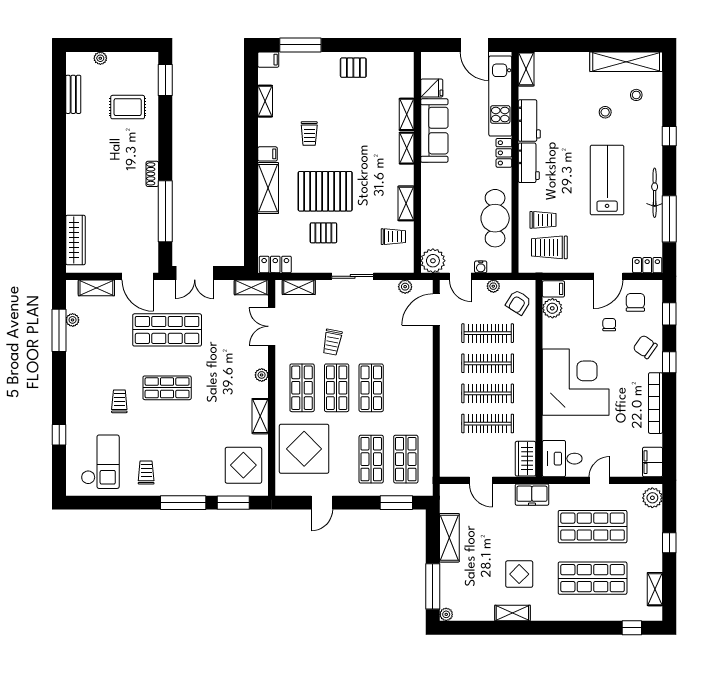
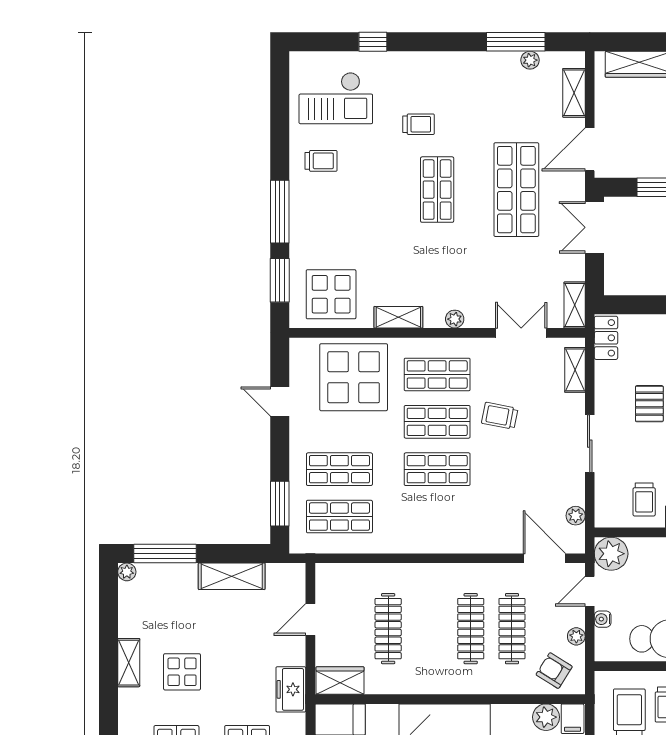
clothes rail: (488, 393) -> (429, 629), removed

